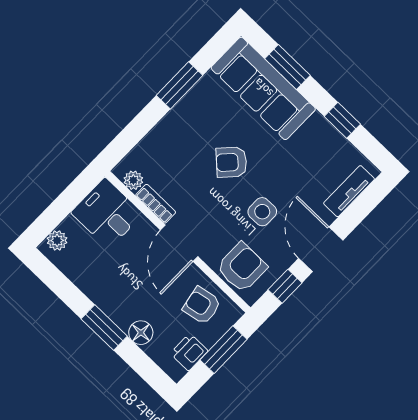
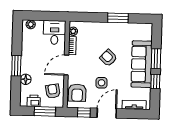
window: (287, 67) -> (156, 59), moved
sofa: (263, 88) -> (142, 64), moved
armchair: (242, 267) -> (77, 93), turned 90

